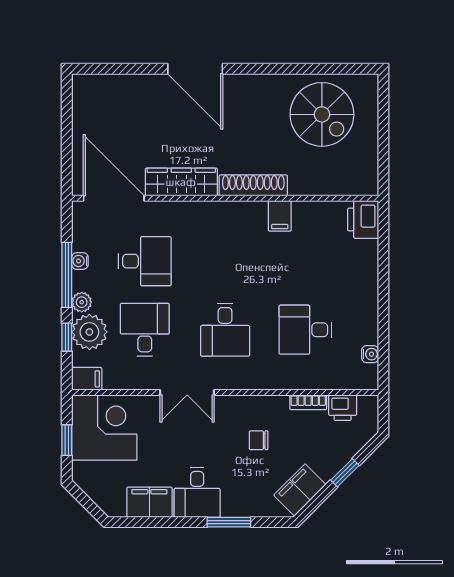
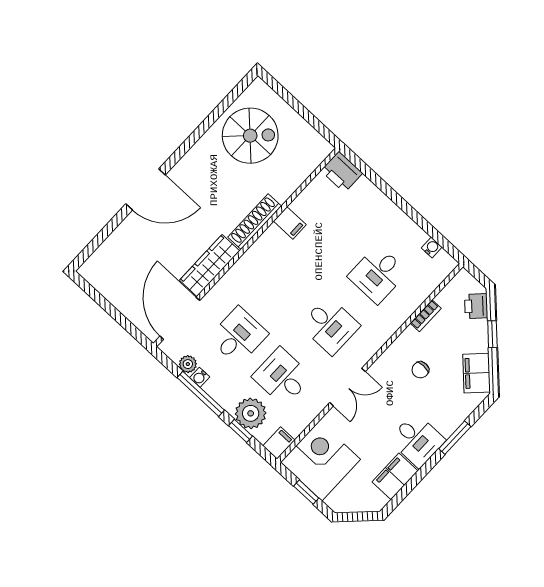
door: (114, 198) -> (180, 318), hinge flipped
plant: (82, 302) -> (188, 364), moved
printer: (343, 408) -> (476, 306), moved, turned 135

